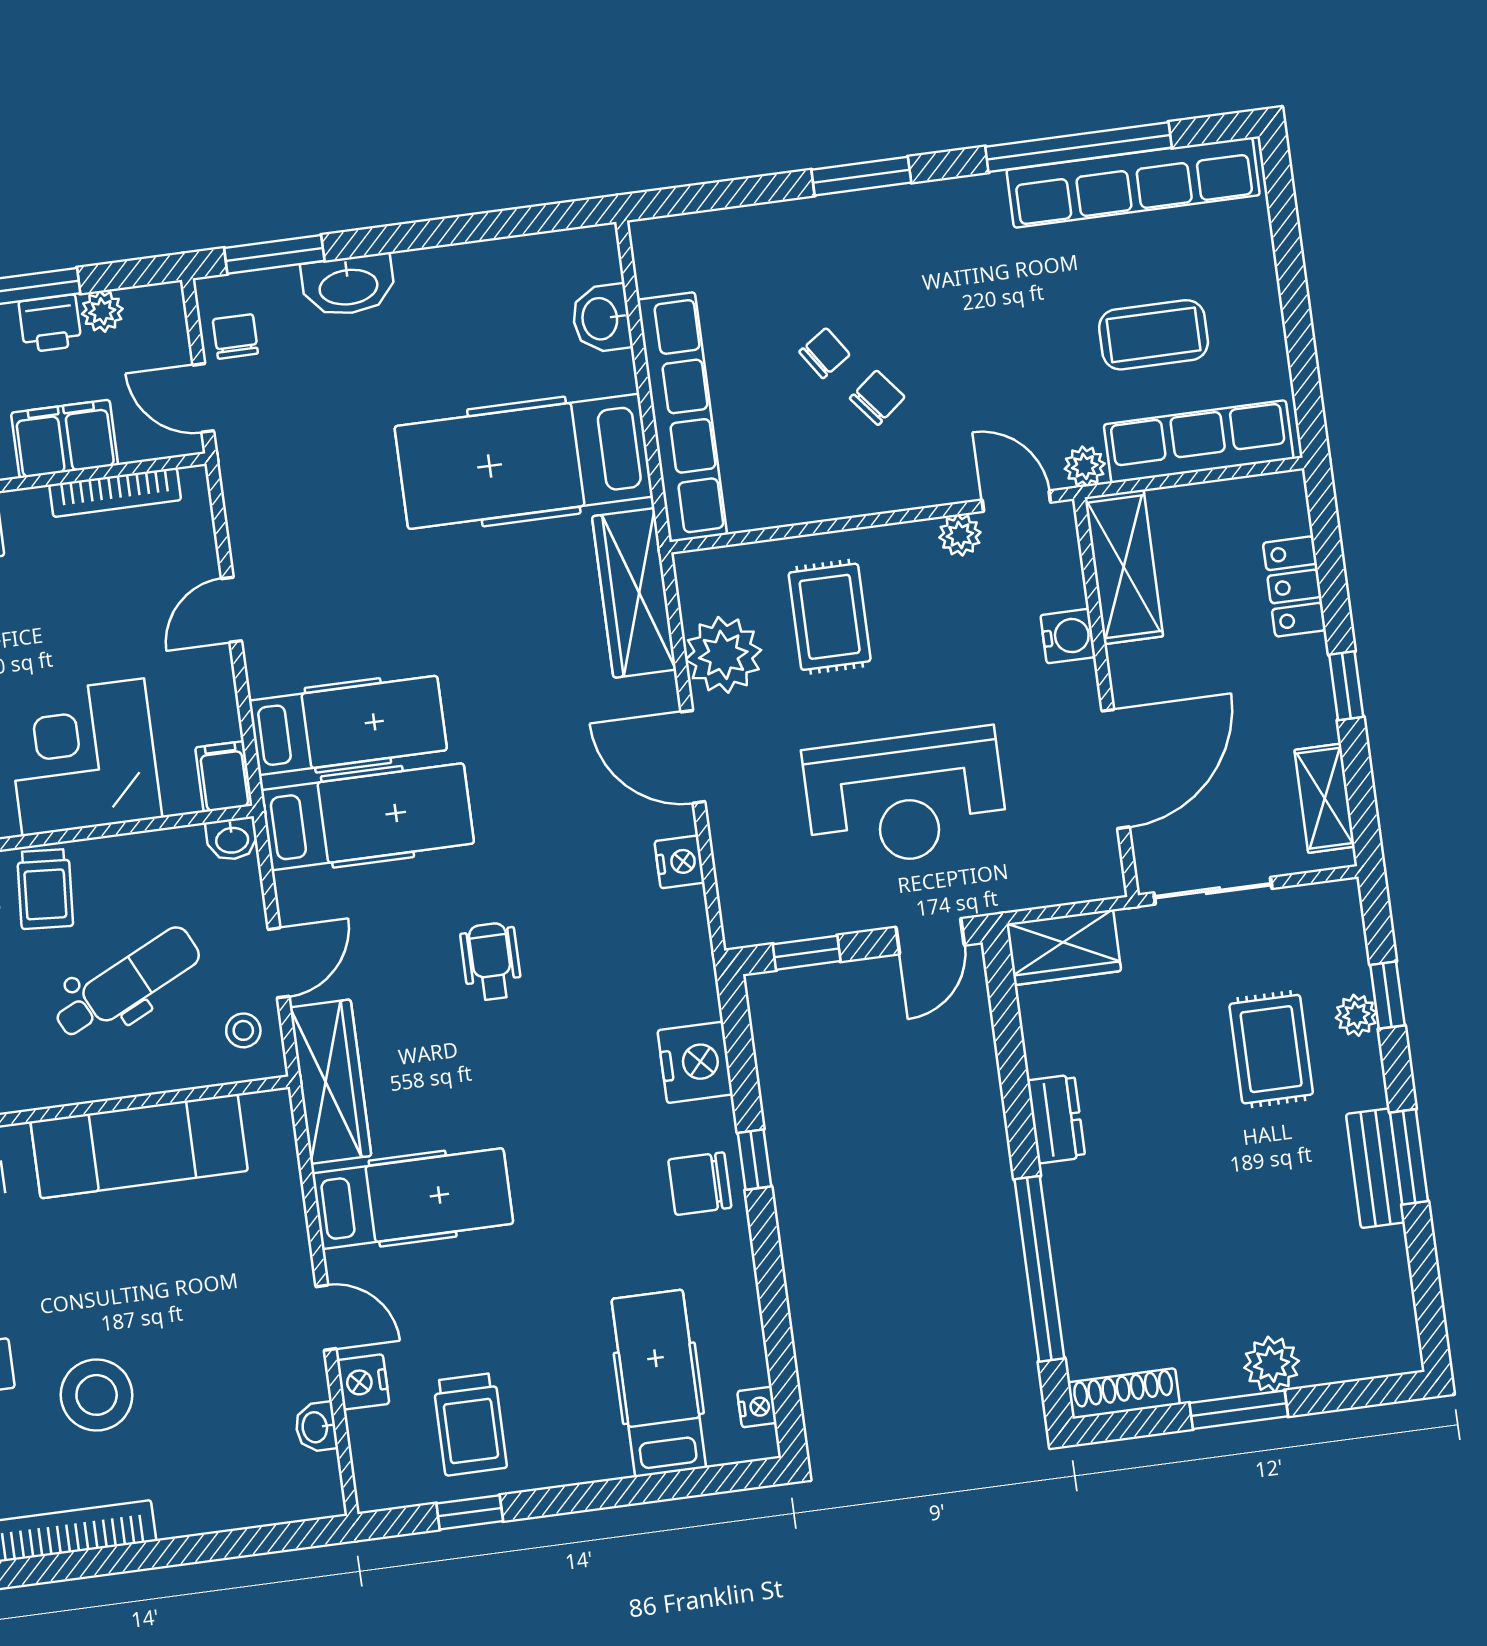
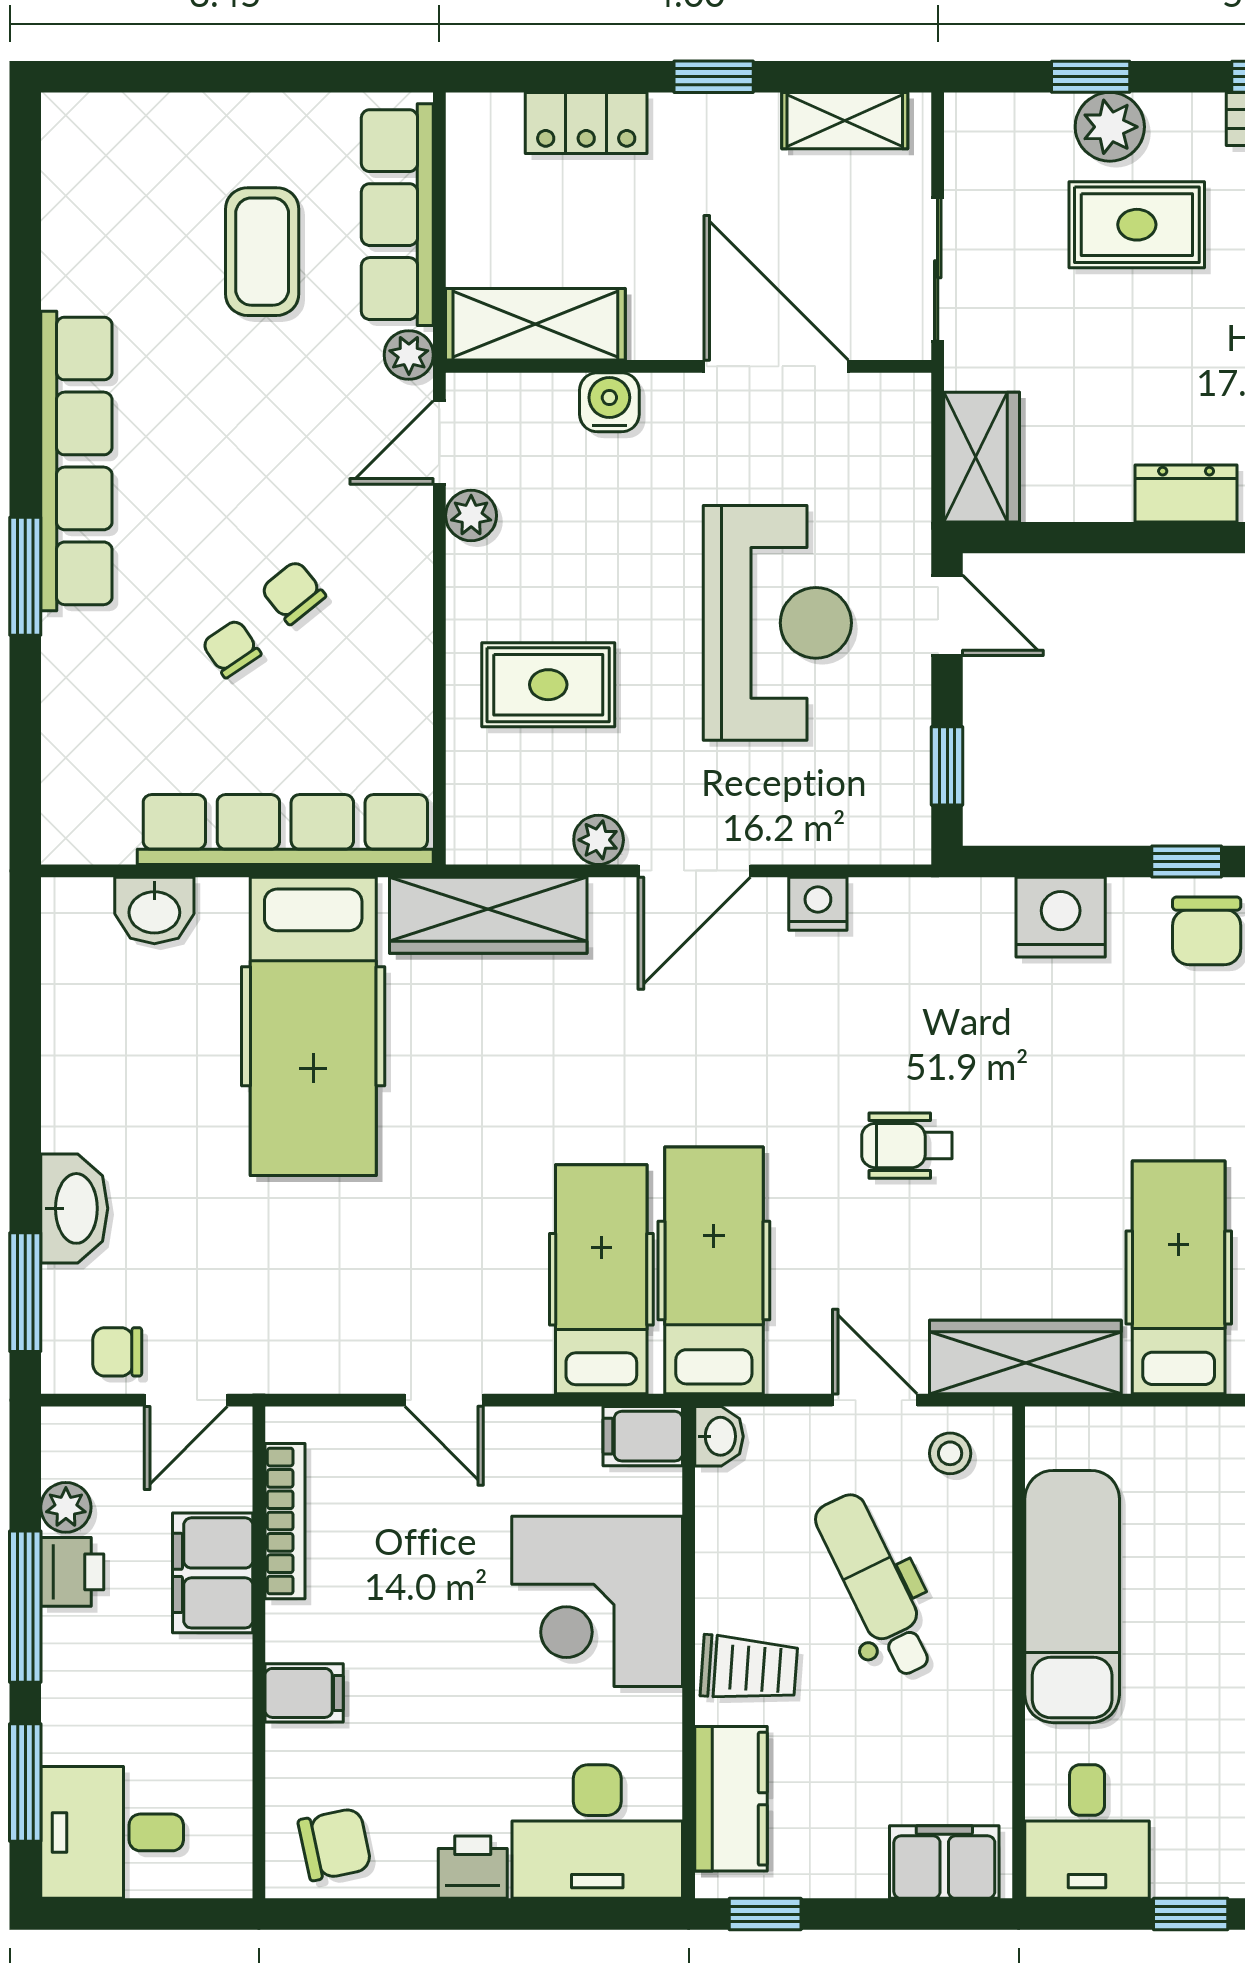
window: (1079, 147) -> (25, 311), removed
row of seats: (1133, 183) -> (76, 461), moved
plant: (723, 655) -> (599, 840), width x0.53, depth x0.53
plant: (1356, 1015) -> (1110, 127), width x1.38, depth x1.38

